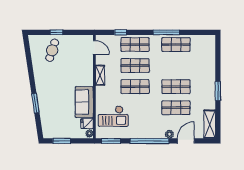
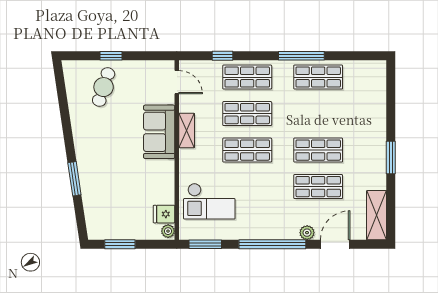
sofa: (84, 102) -> (159, 132), moved

